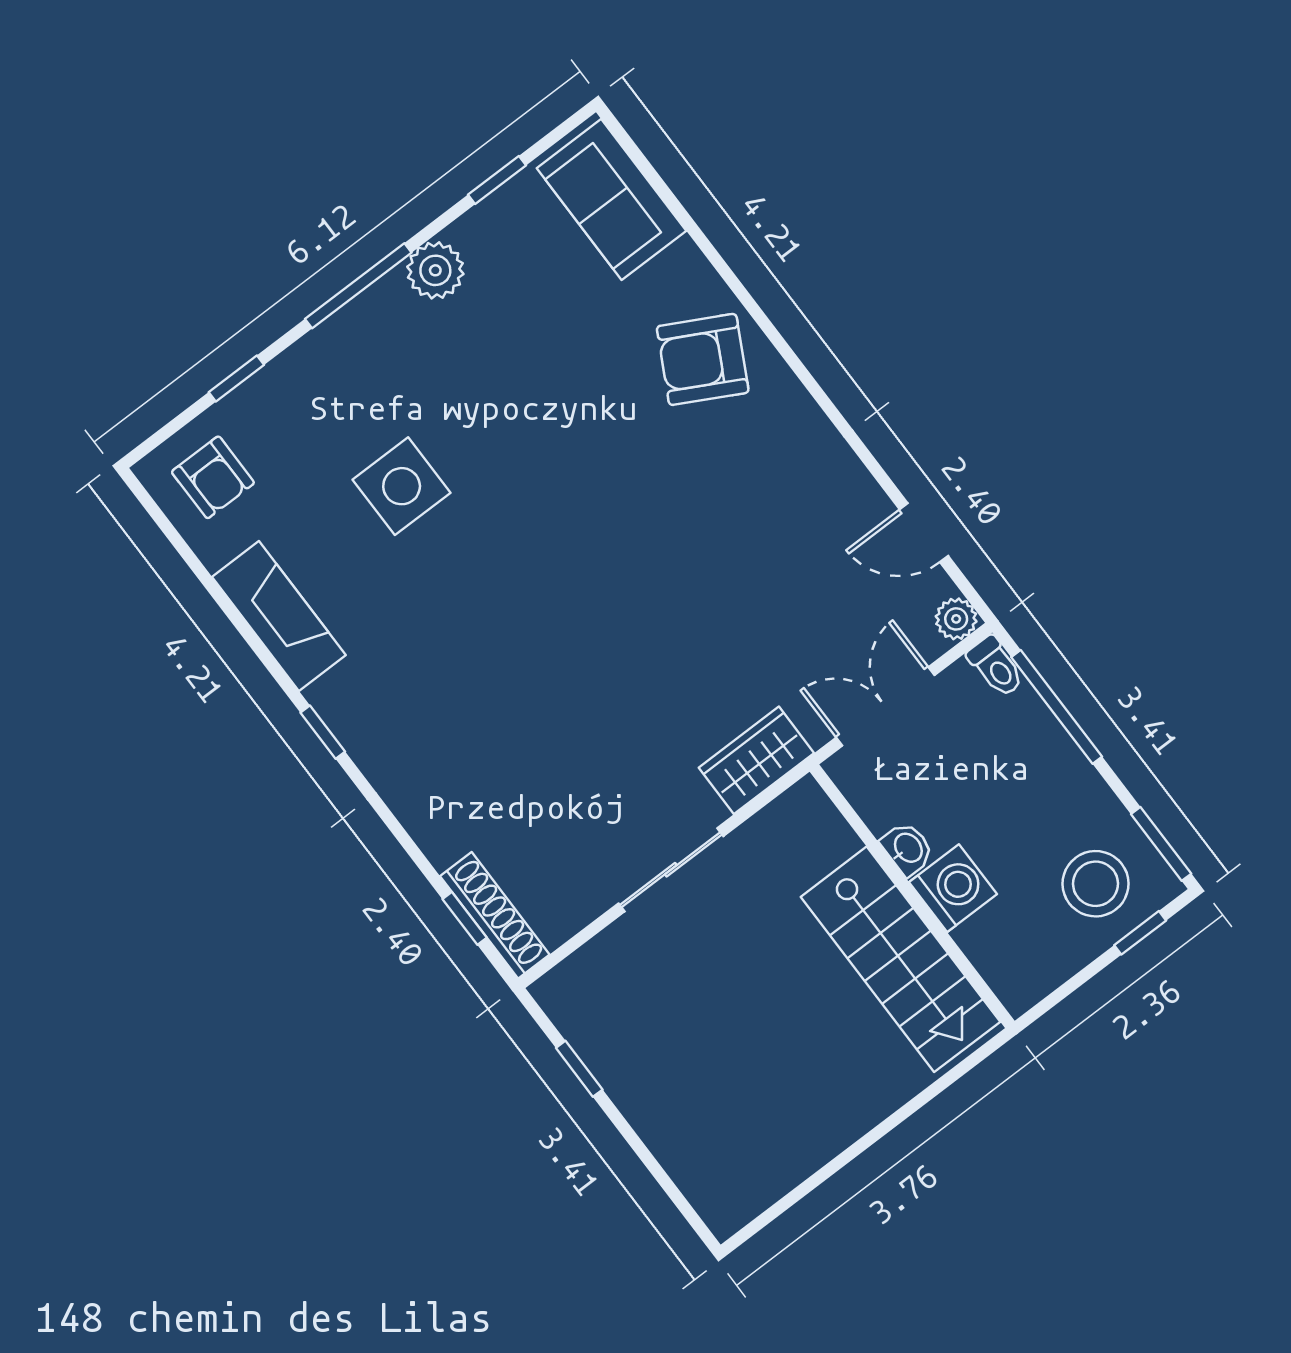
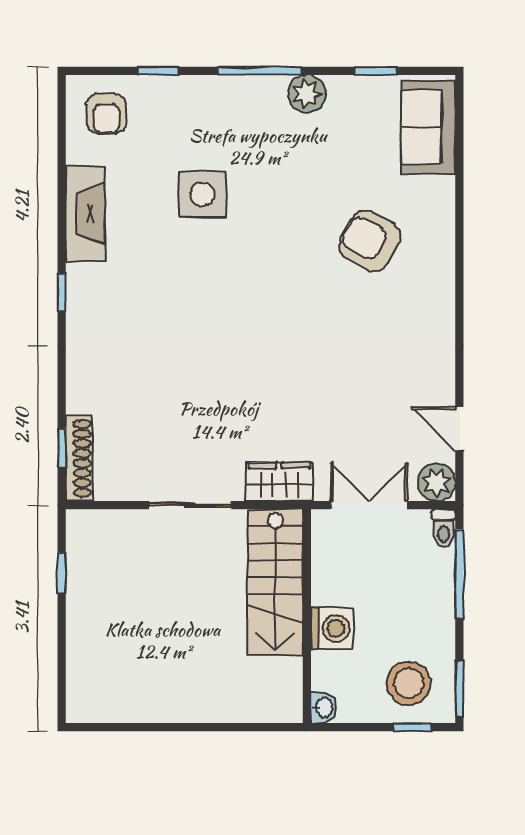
armchair: (703, 359) -> (370, 241), moved
plant: (956, 619) -> (437, 482), width x1.38, depth x1.38
washbasin: (907, 848) -> (324, 707), moved
stairs: (900, 959) -> (275, 582), moved

